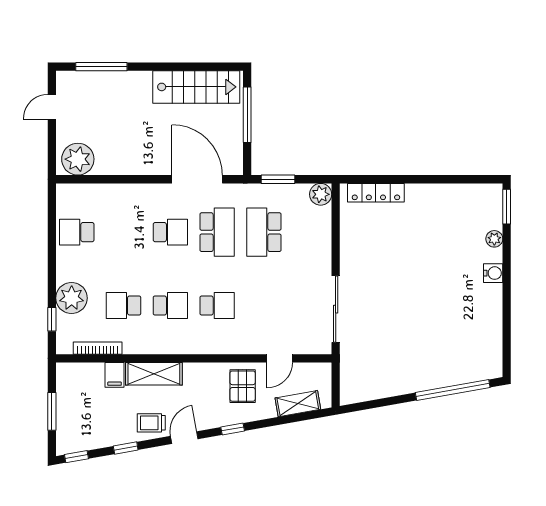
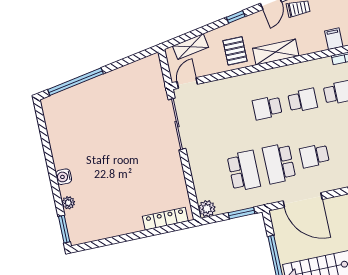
school desk: (170, 306) -> (303, 100), turned 180
door: (280, 358) -> (187, 83), moved
shelving: (154, 374) -> (276, 52), moved

